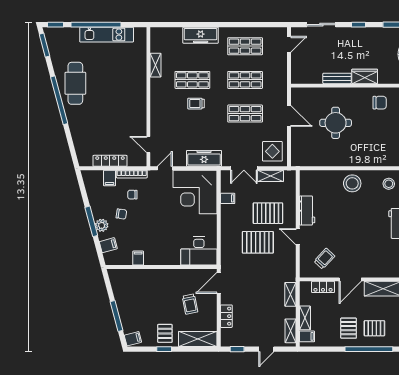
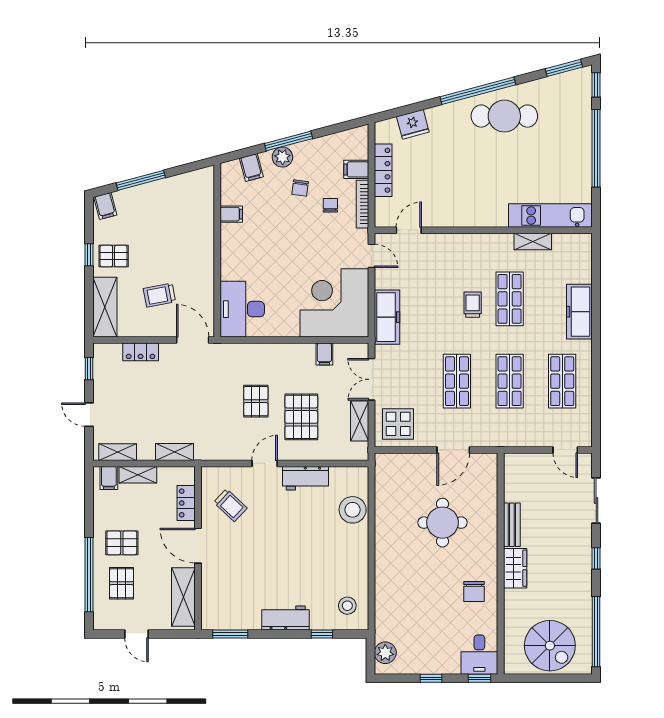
kitchen unit: (107, 35) -> (550, 216), moved, turned 90
fridge: (81, 142) -> (413, 124), added
stool: (352, 183) -> (353, 510), moved
pallet: (258, 242) -> (256, 401), width x0.67, depth x0.71

